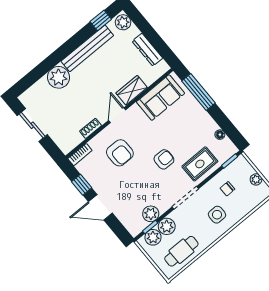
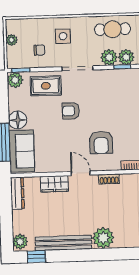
dresser: (147, 50) -> (17, 193), moved
sofa: (160, 98) -> (22, 151), moved, turned 90
door: (117, 115) -> (81, 173), swing flipped
floor lamp: (220, 135) -> (18, 120), moved, width x1.89, depth x1.89
armchair: (120, 153) -> (101, 142), turned 180
plant: (151, 214) -> (15, 80), moved

